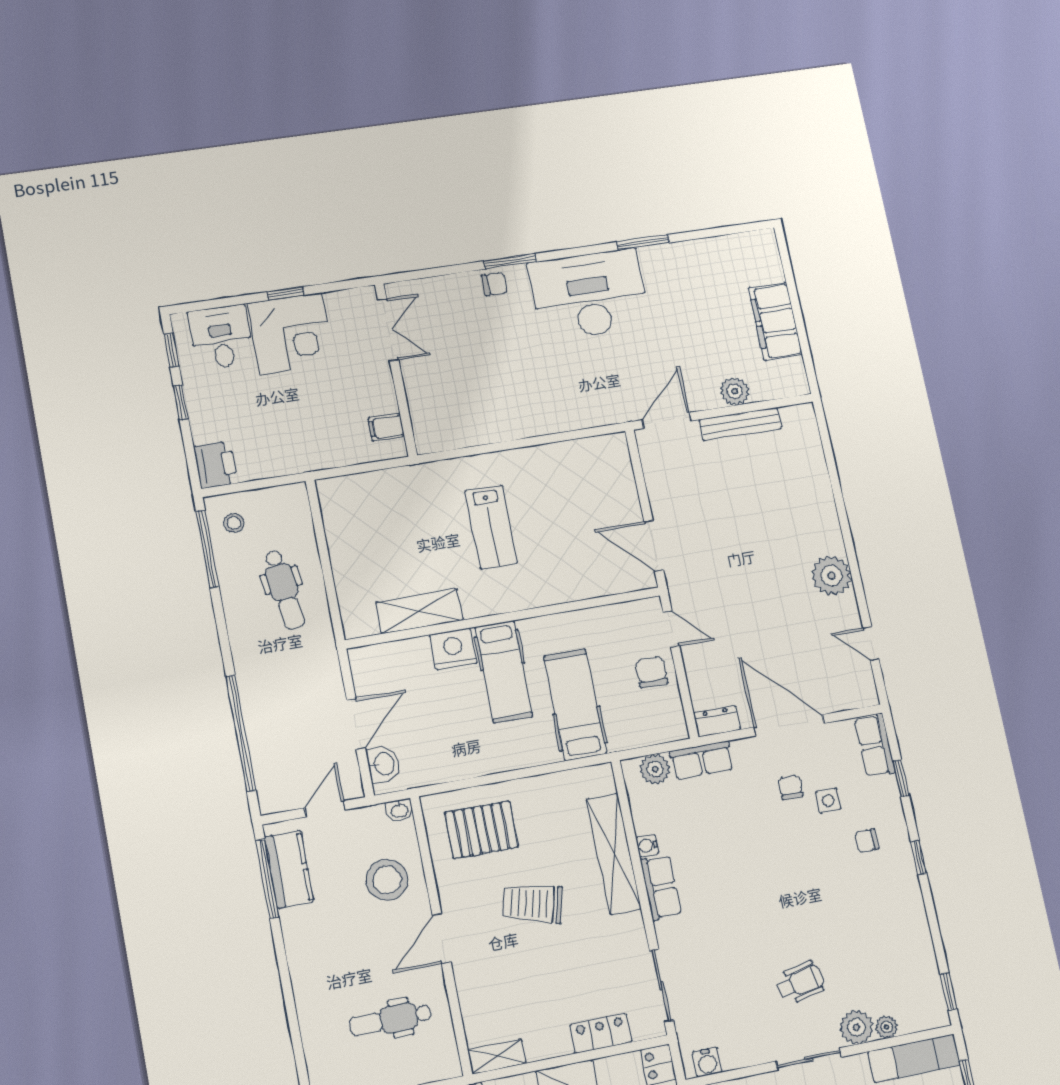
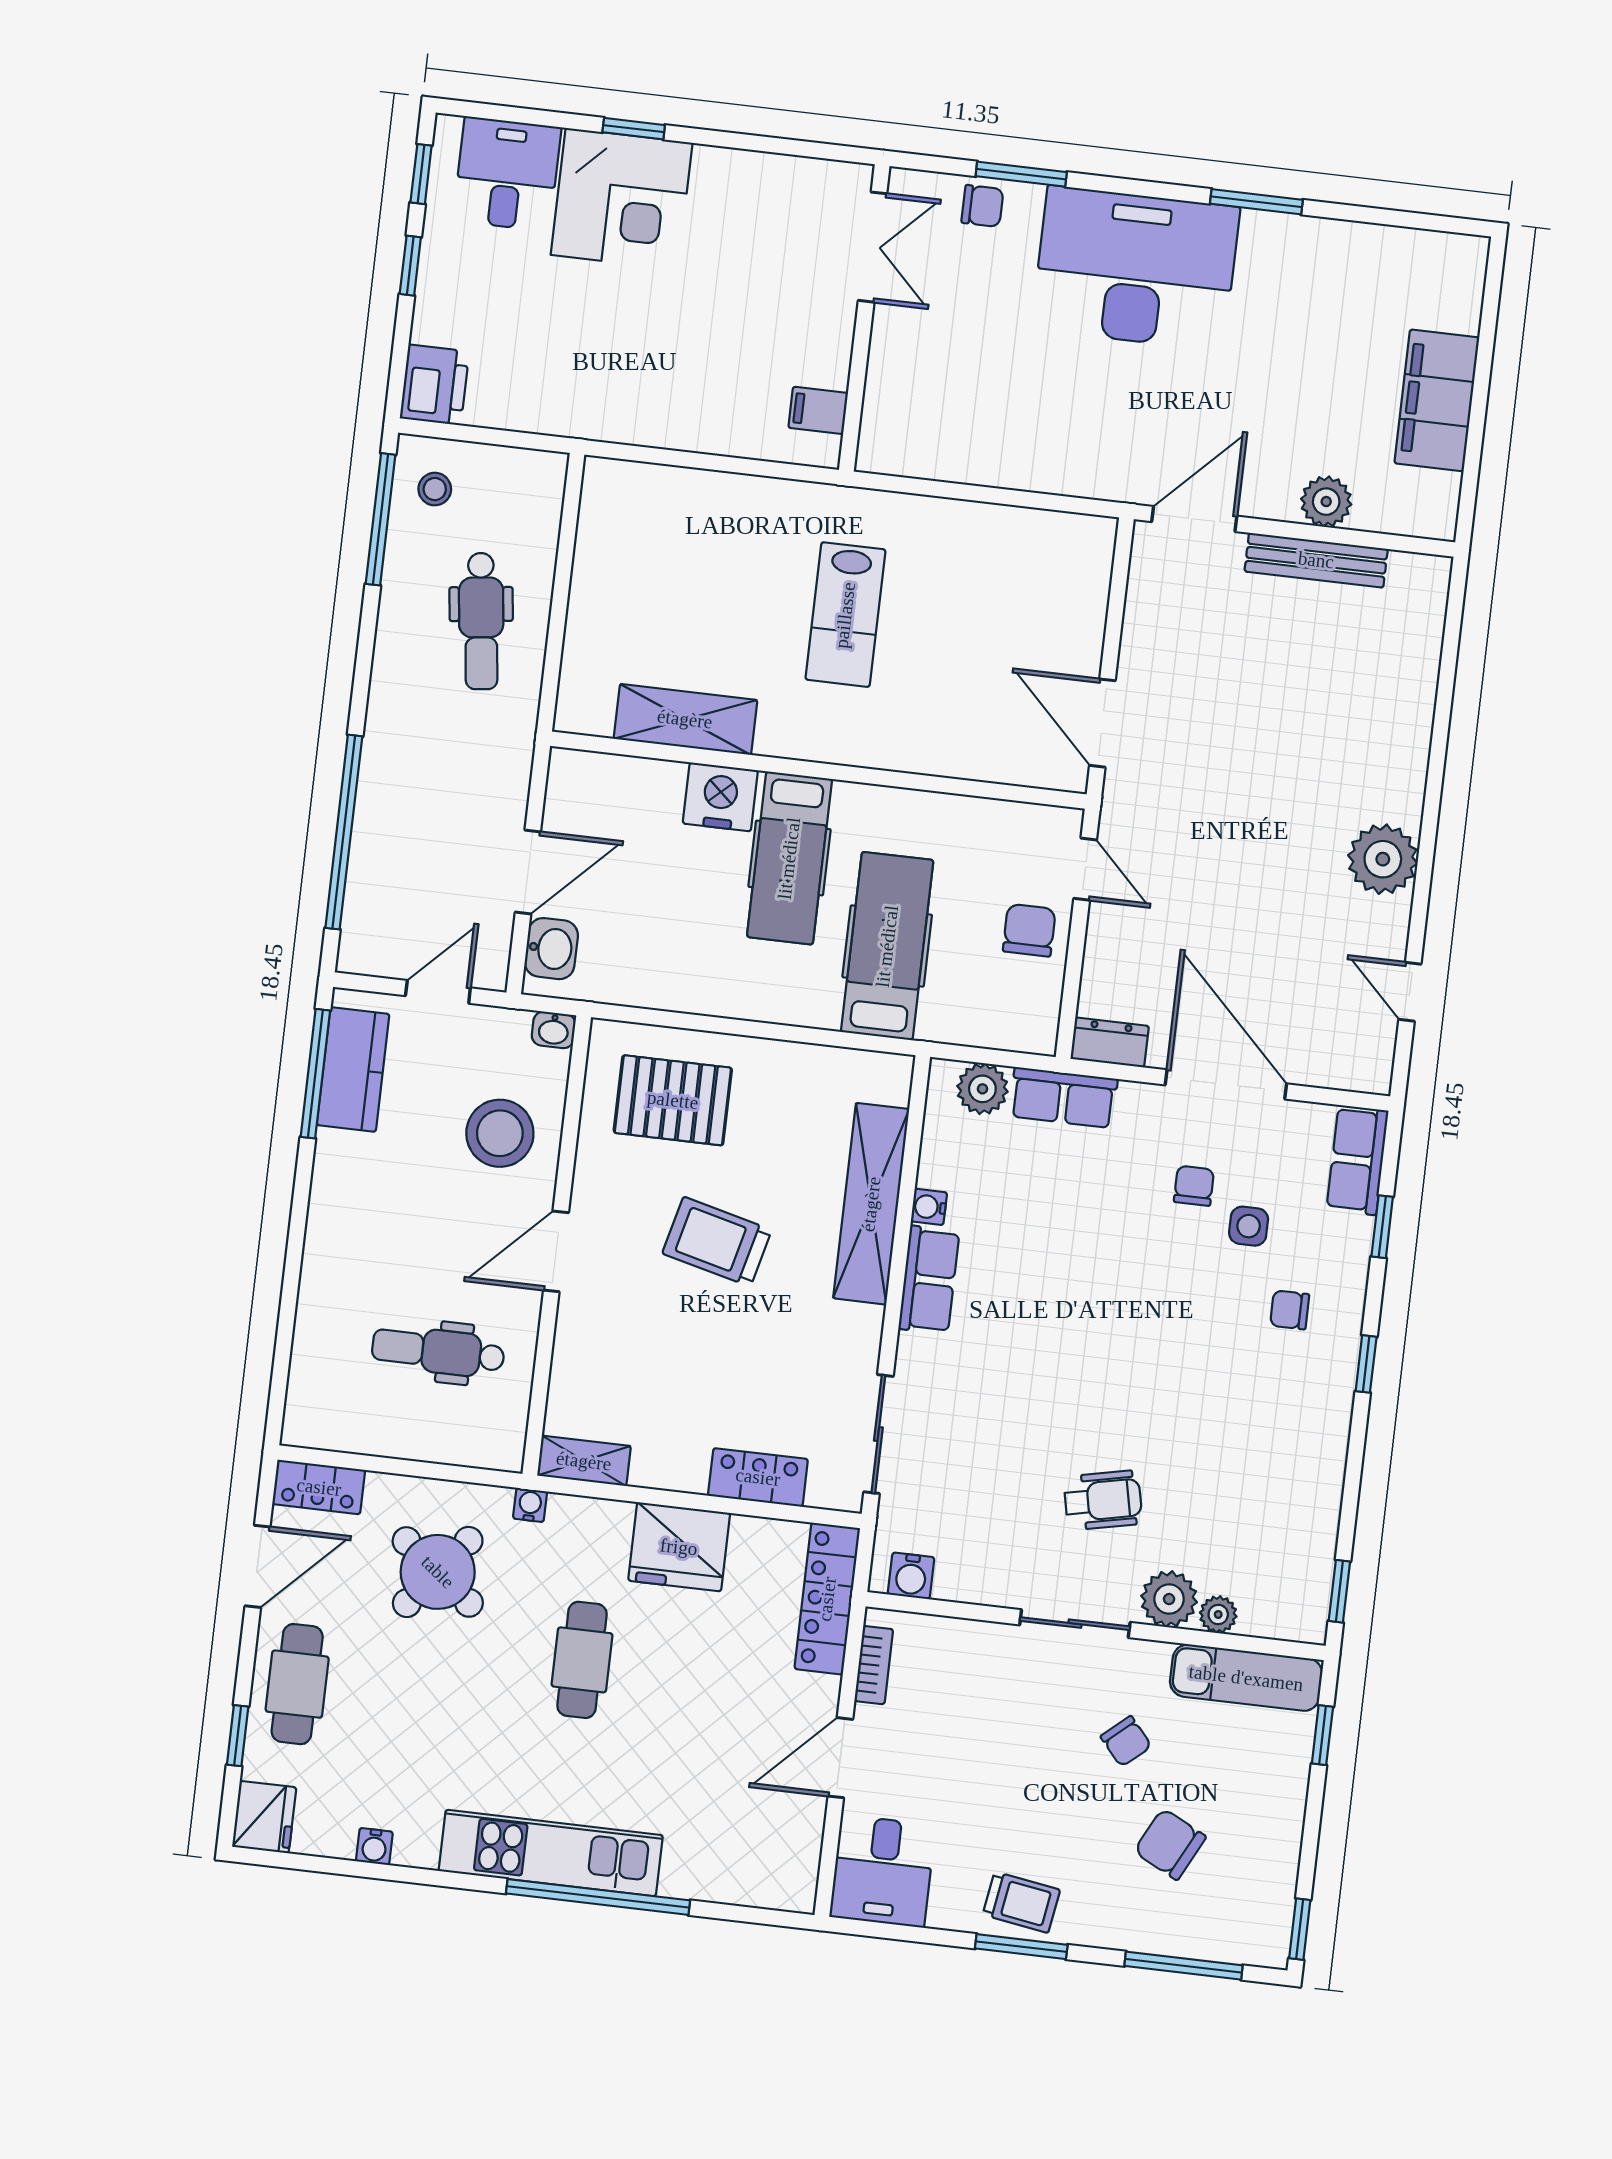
double door: (388, 330) -> (873, 247), moved
wall: (396, 370) -> (864, 318), moved
filing cabinet: (386, 427) -> (818, 410), moved

